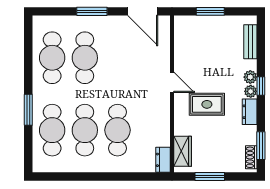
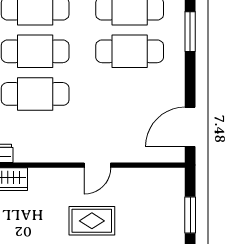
window: (92, 11) -> (190, 32), moved
rug: (207, 104) -> (92, 221), moved, turned 90

